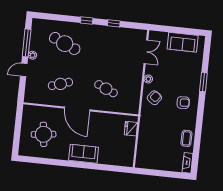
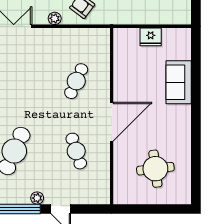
fridge: (131, 129) -> (151, 37), moved
sofa: (84, 154) -> (179, 82), moved

